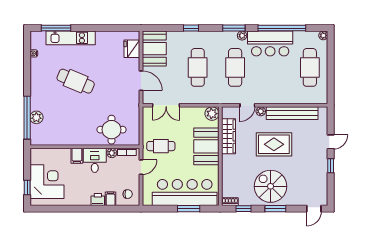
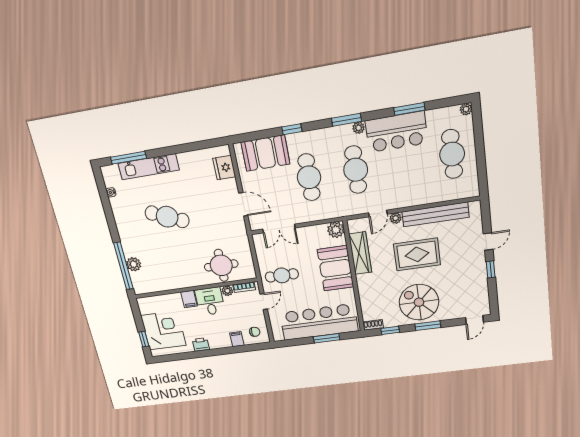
window: (282, 28) -> (409, 109), width x0.47
booth: (154, 49) -> (265, 153), moved, turned 90
printer: (98, 200) -> (201, 344), moved

